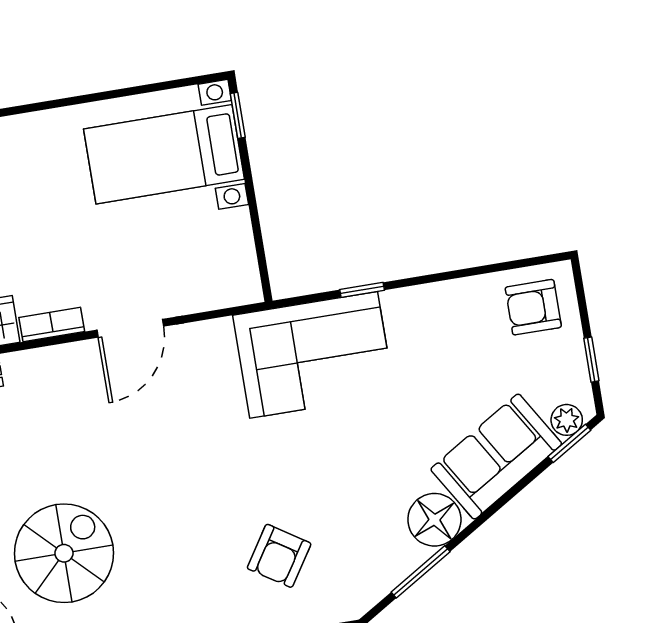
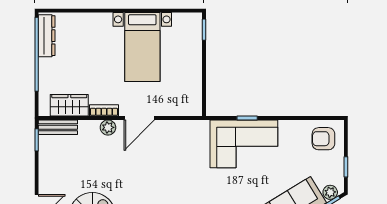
bed with nightstands: (164, 154) -> (142, 47), moved, turned -90
corner sofa: (314, 355) -> (244, 144), moved
plant: (66, 360) -> (108, 127), added

